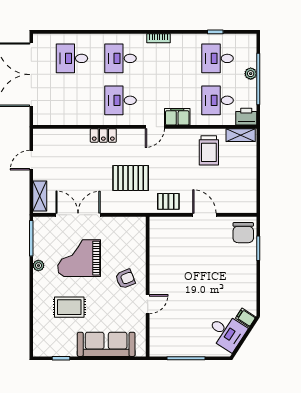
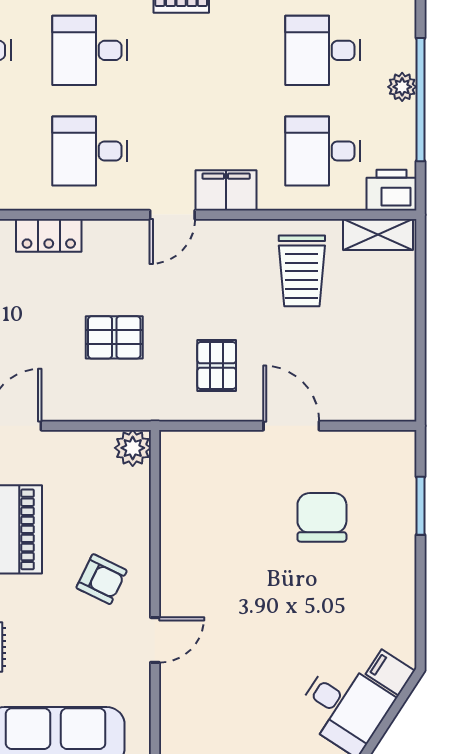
pallet: (131, 178) -> (114, 337), width x0.67, depth x0.71
pallet: (168, 201) -> (217, 366), moved, turned 90
plant: (138, 224) -> (133, 448), added
chair: (243, 233) -> (322, 517), moved, turned 180
armchair: (125, 279) -> (102, 579), turned 48

